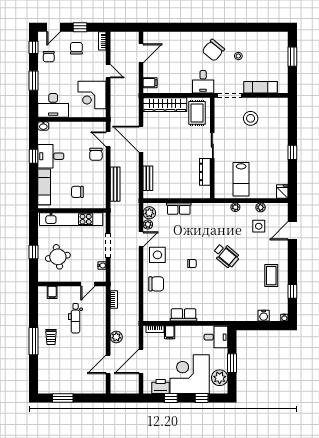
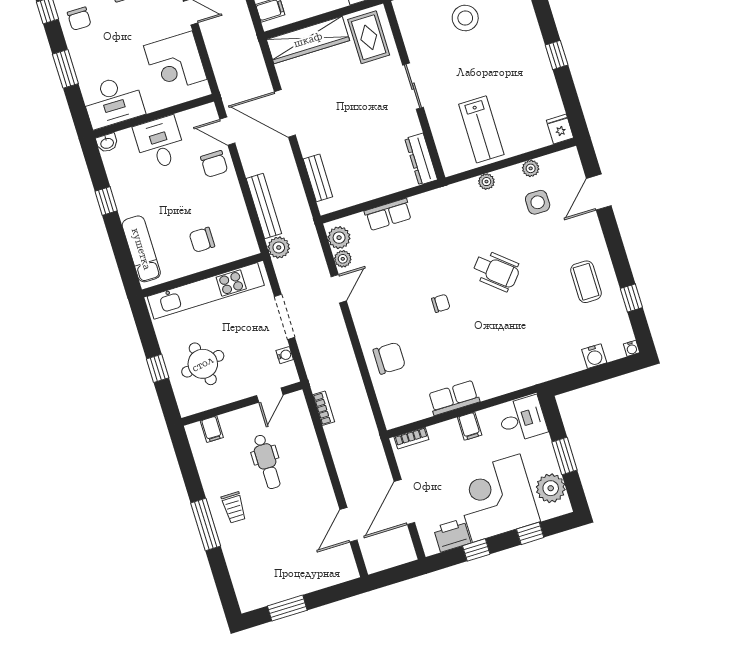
desk: (51, 156) -> (160, 143), moved, turned 90
dresser: (205, 172) -> (421, 159), moved
side table: (157, 255) -> (376, 307), removed
filing cabinet: (170, 332) -> (470, 426), moved
plant: (116, 337) -> (279, 248), moved

